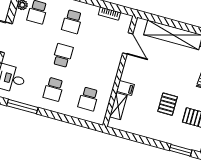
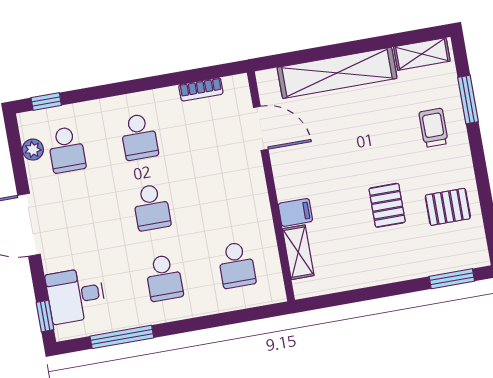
school desk: (63, 55) -> (152, 207), turned 180

